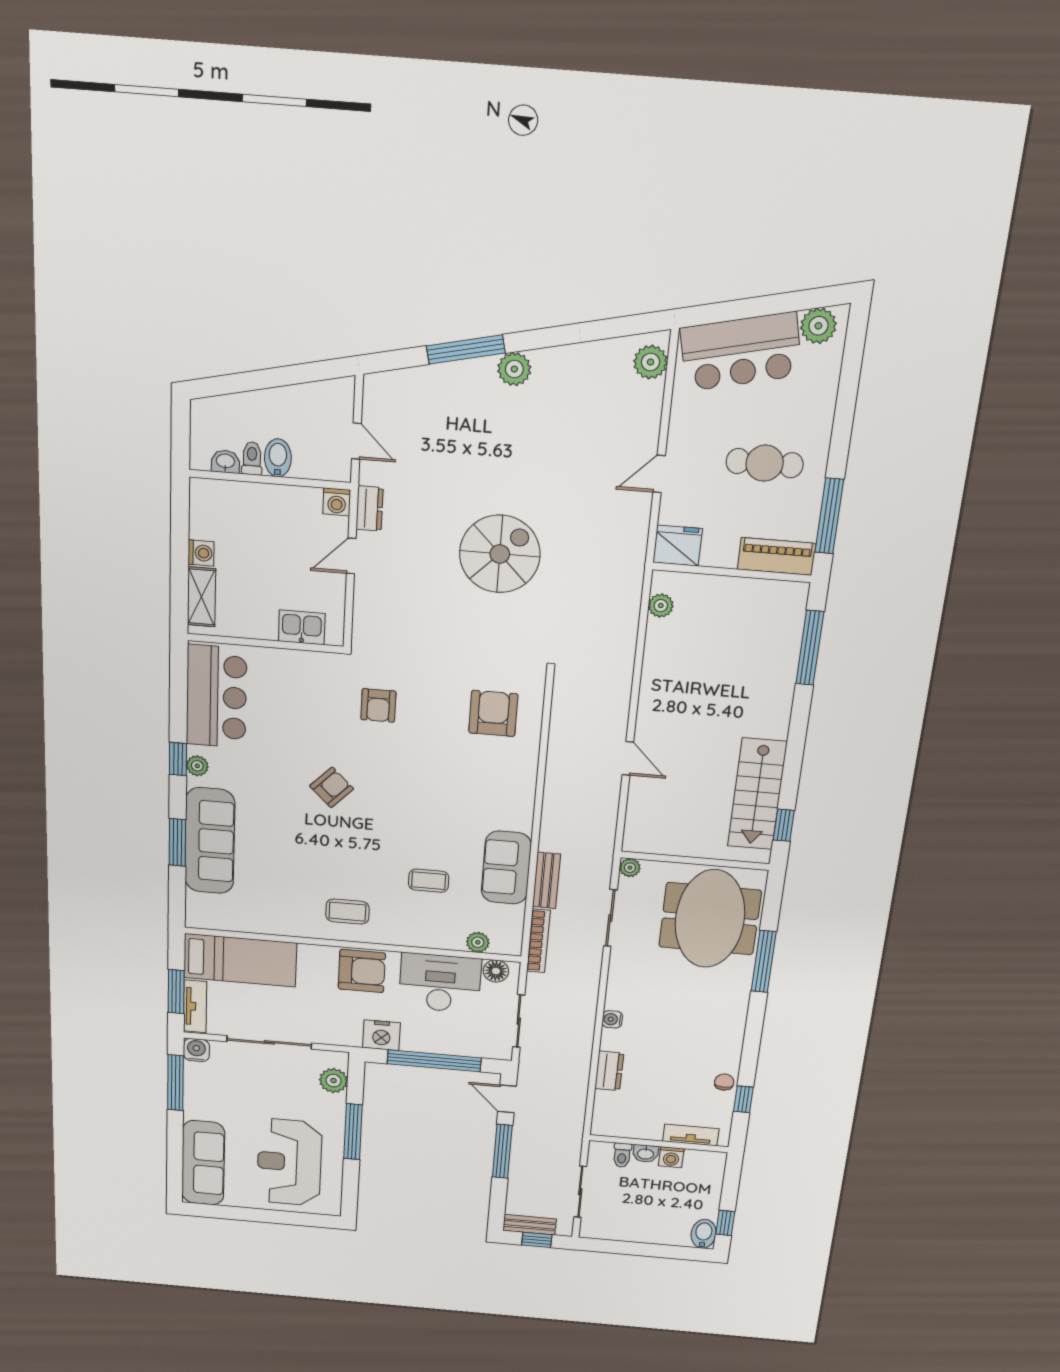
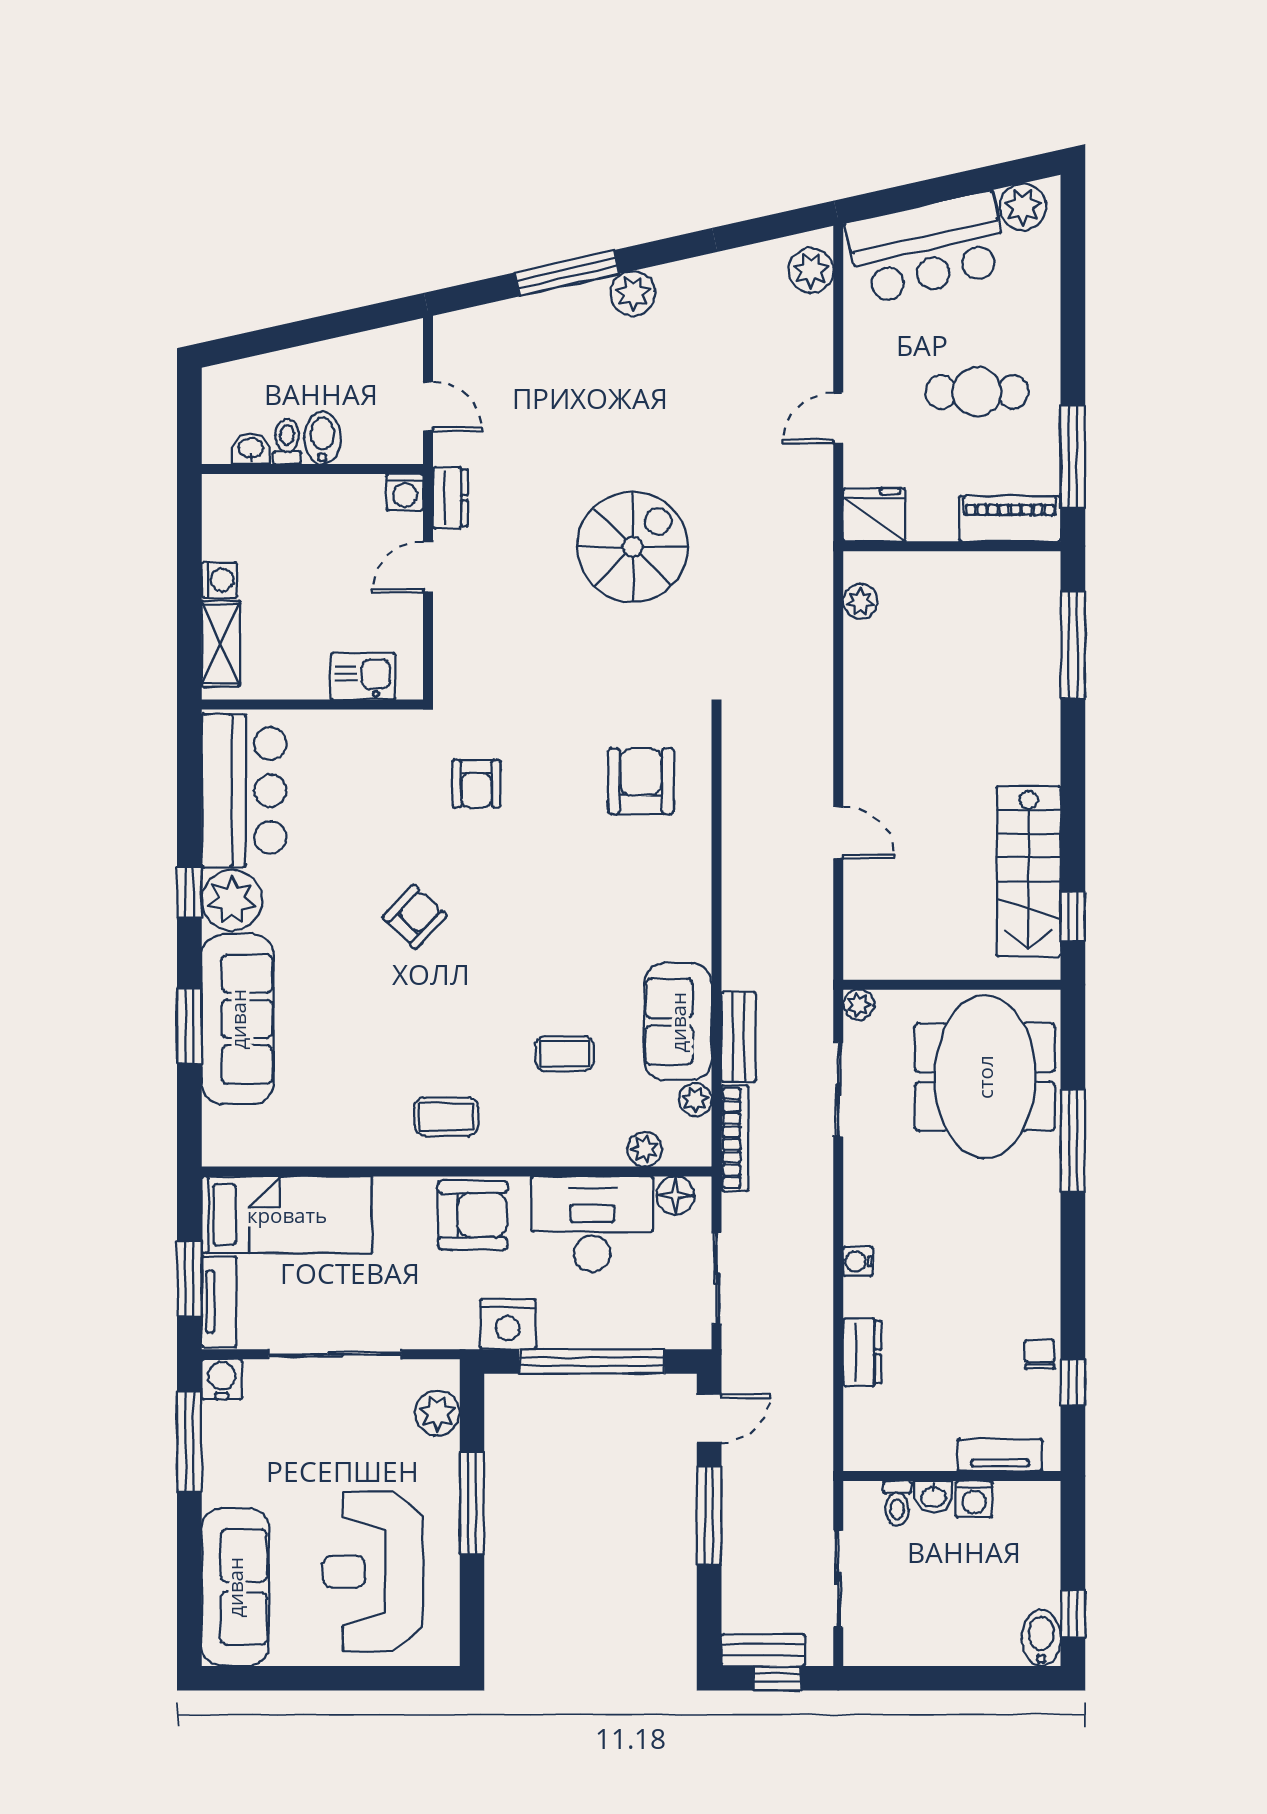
plant: (197, 766) -> (232, 901), width x1.87, depth x1.87
plant: (514, 916) -> (695, 1100), added
door: (507, 1099) -> (709, 1419), swing flipped

